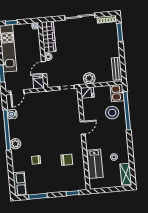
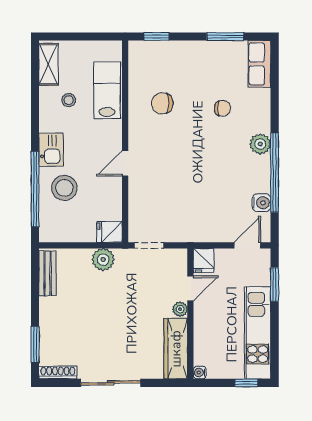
kitchen sink: (117, 93) -> (51, 150), moved

